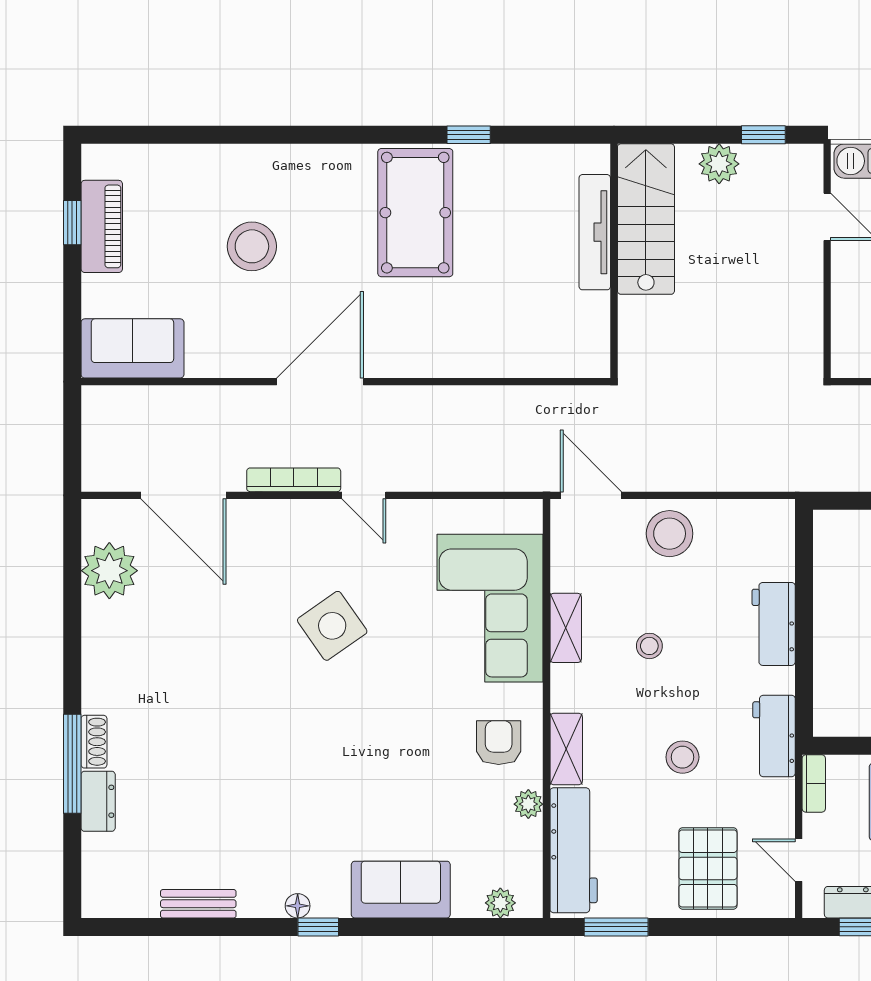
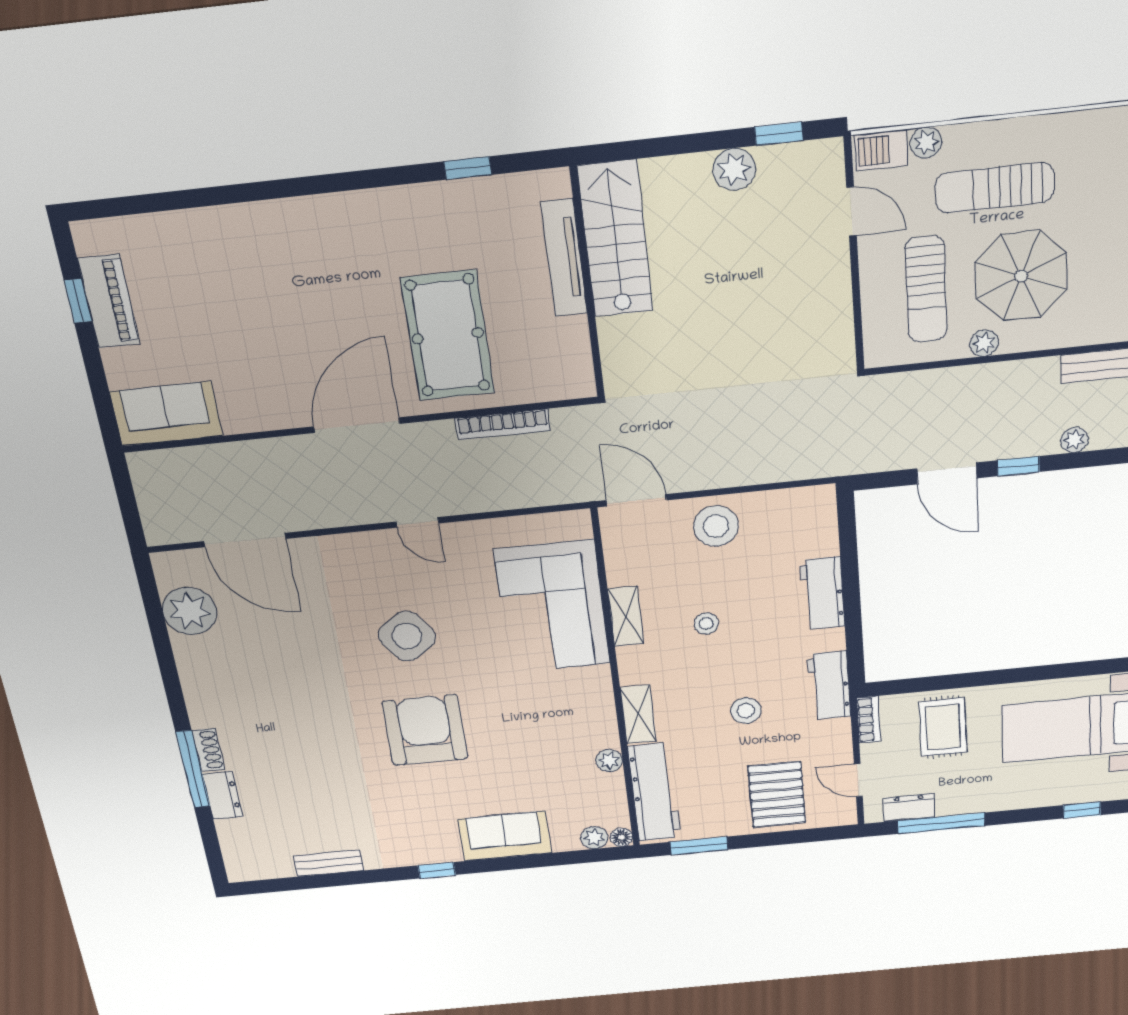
pool table: (415, 213) -> (448, 336), moved
stairs: (646, 219) -> (615, 239), moved
tv unit: (595, 232) -> (564, 258), moved
stool: (252, 246) -> (264, 304), removed
wall: (614, 261) -> (587, 284), moved
bookcase: (294, 480) -> (503, 424), moved, turned 180
armchair: (499, 743) -> (425, 730), moved, width x1.88, depth x1.88
floor lamp: (298, 906) -> (621, 837), moved

